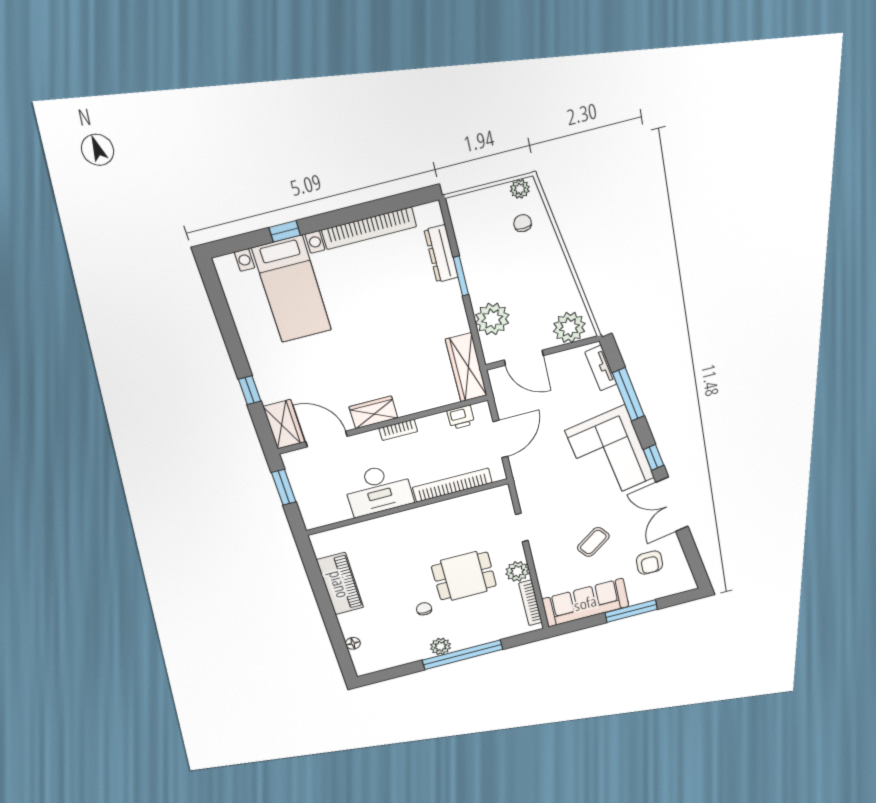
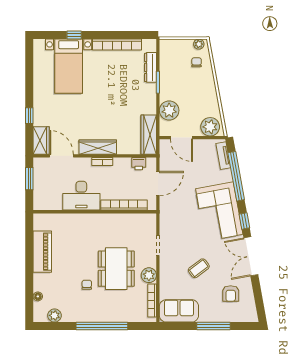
window: (628, 394) -> (236, 176), width x1.46
wardrobe: (373, 412) -> (98, 147), width x1.50
dining table: (464, 576) -> (116, 269), width x1.38
sofa: (585, 603) -> (179, 311), width x0.73
plant: (441, 646) -> (54, 315), moved

